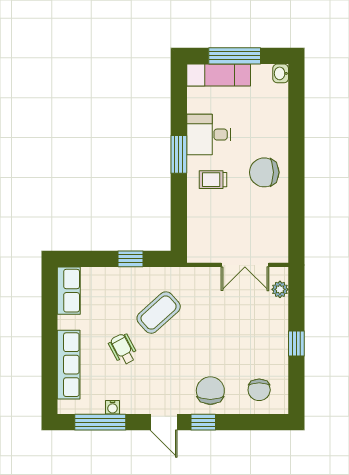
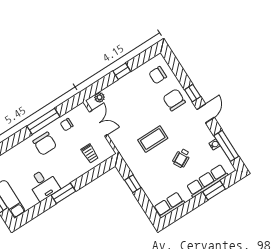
trolley: (213, 180) -> (90, 153), moved
window: (296, 190) -> (43, 121), added
chair: (271, 220) -> (67, 125), added
coffee table: (159, 313) -> (153, 139), moved, turned -48
window: (50, 366) -> (214, 190), added
chair: (259, 390) -> (158, 75), turned 180
chair: (210, 391) -> (174, 100), turned 90

